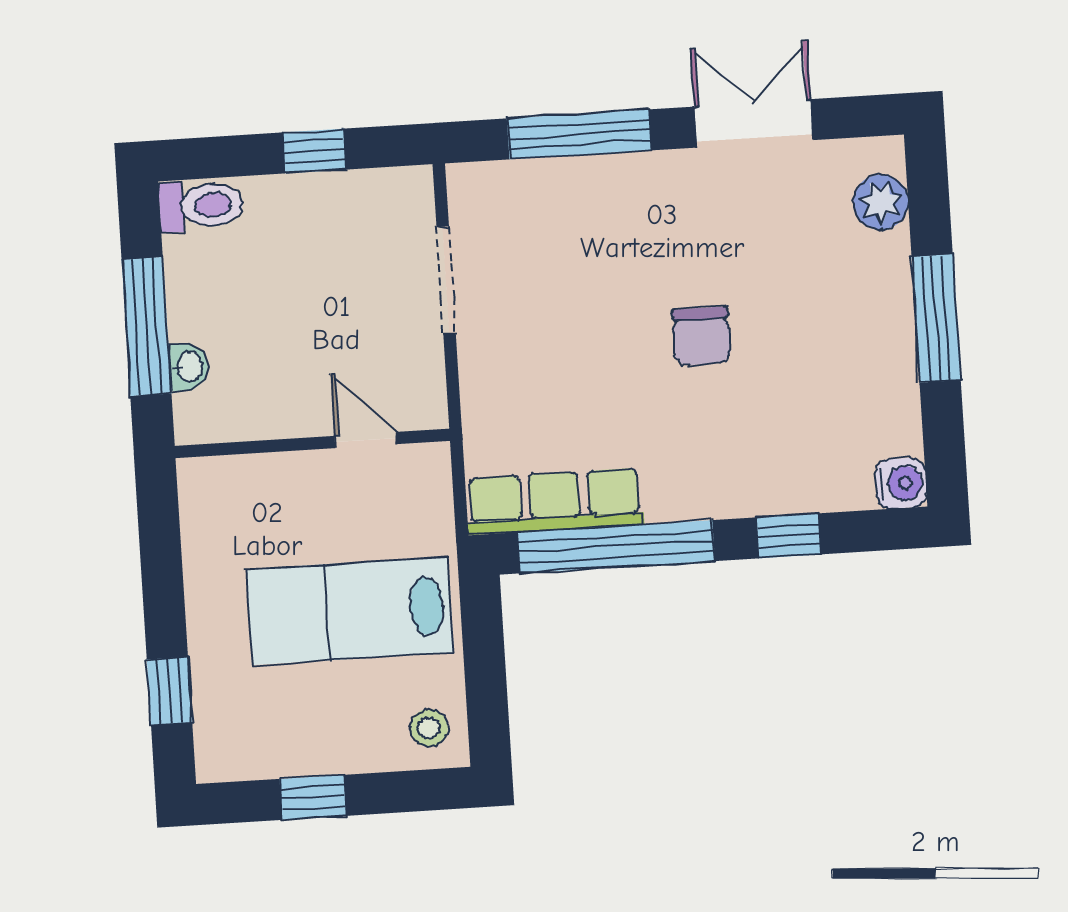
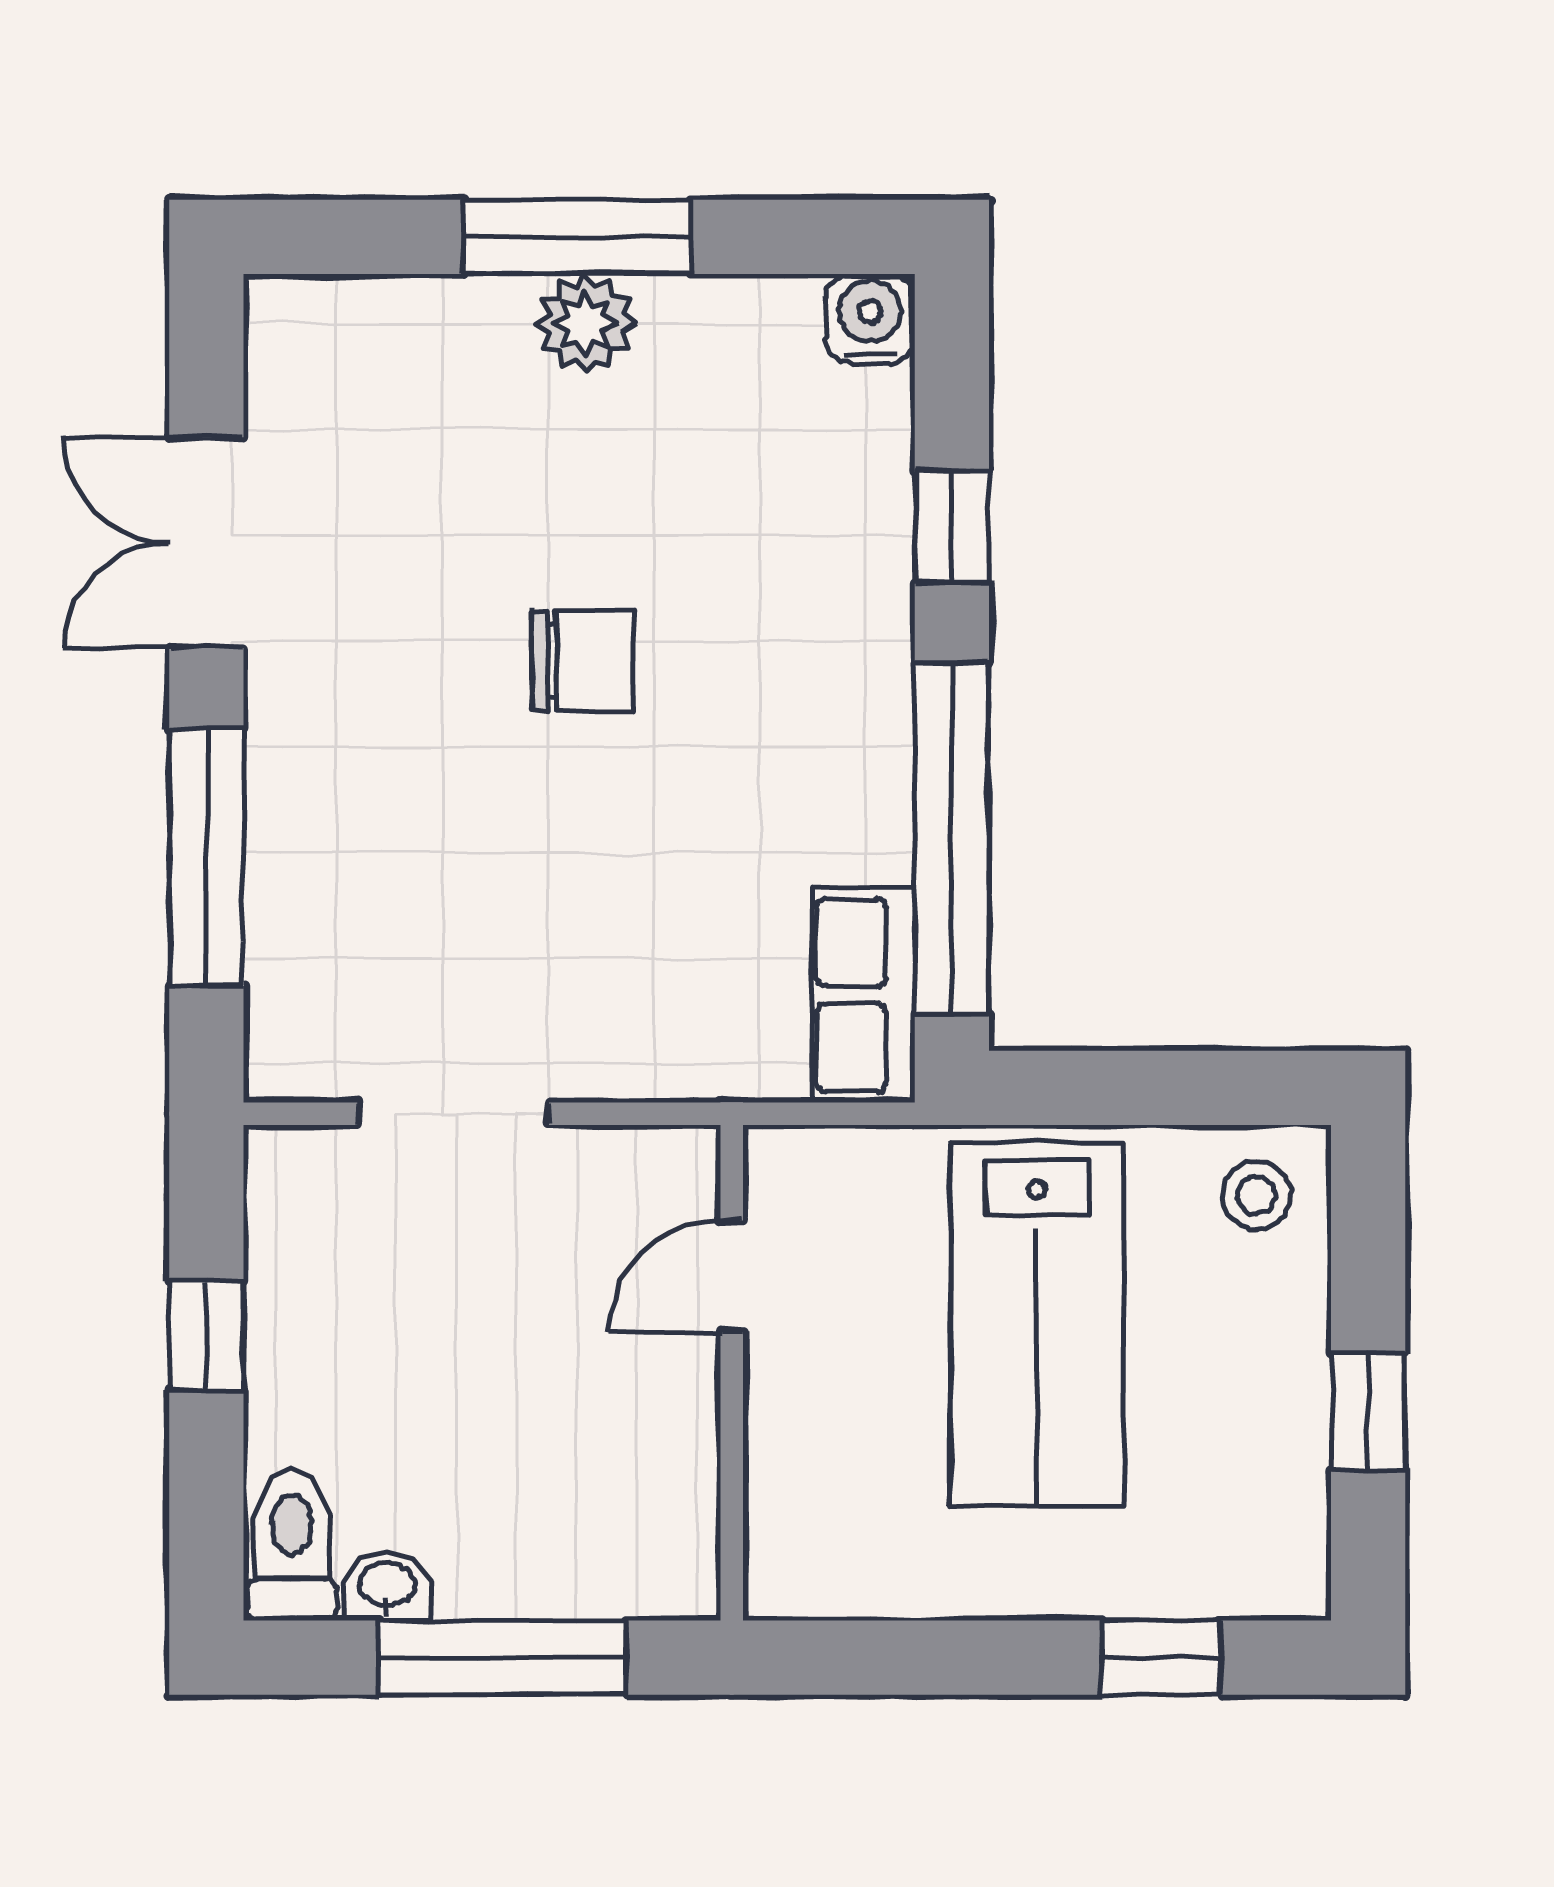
plant: (881, 202) -> (585, 323), moved
washbasin: (189, 367) -> (387, 1586), moved
row of seats: (555, 501) -> (863, 995), width x0.68

